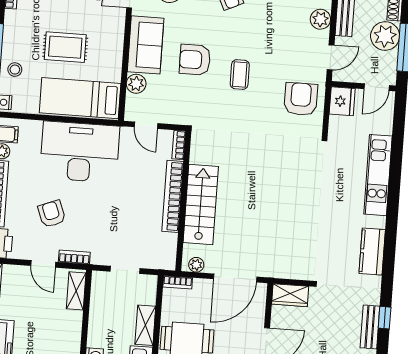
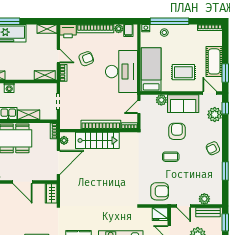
rug: (65, 47) -> (183, 72), moved, turned 90
door: (43, 264) -> (58, 56), swing flipped
door: (235, 278) -> (58, 162), swing flipped

